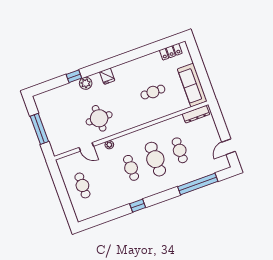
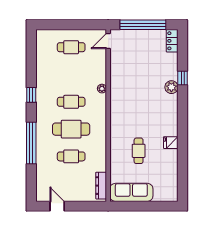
locker: (171, 52) -> (172, 41), moved
fridge: (107, 76) -> (171, 143), moved
round table: (99, 118) -> (132, 88), removed
window: (39, 129) -> (143, 25), width x1.46
door: (86, 147) -> (108, 41), moved
window: (198, 184) -> (31, 143), moved

